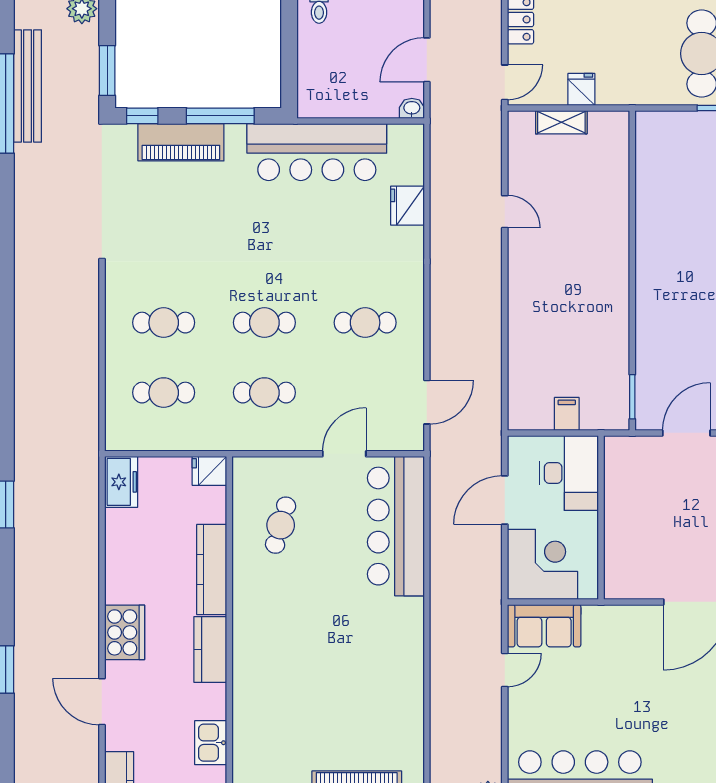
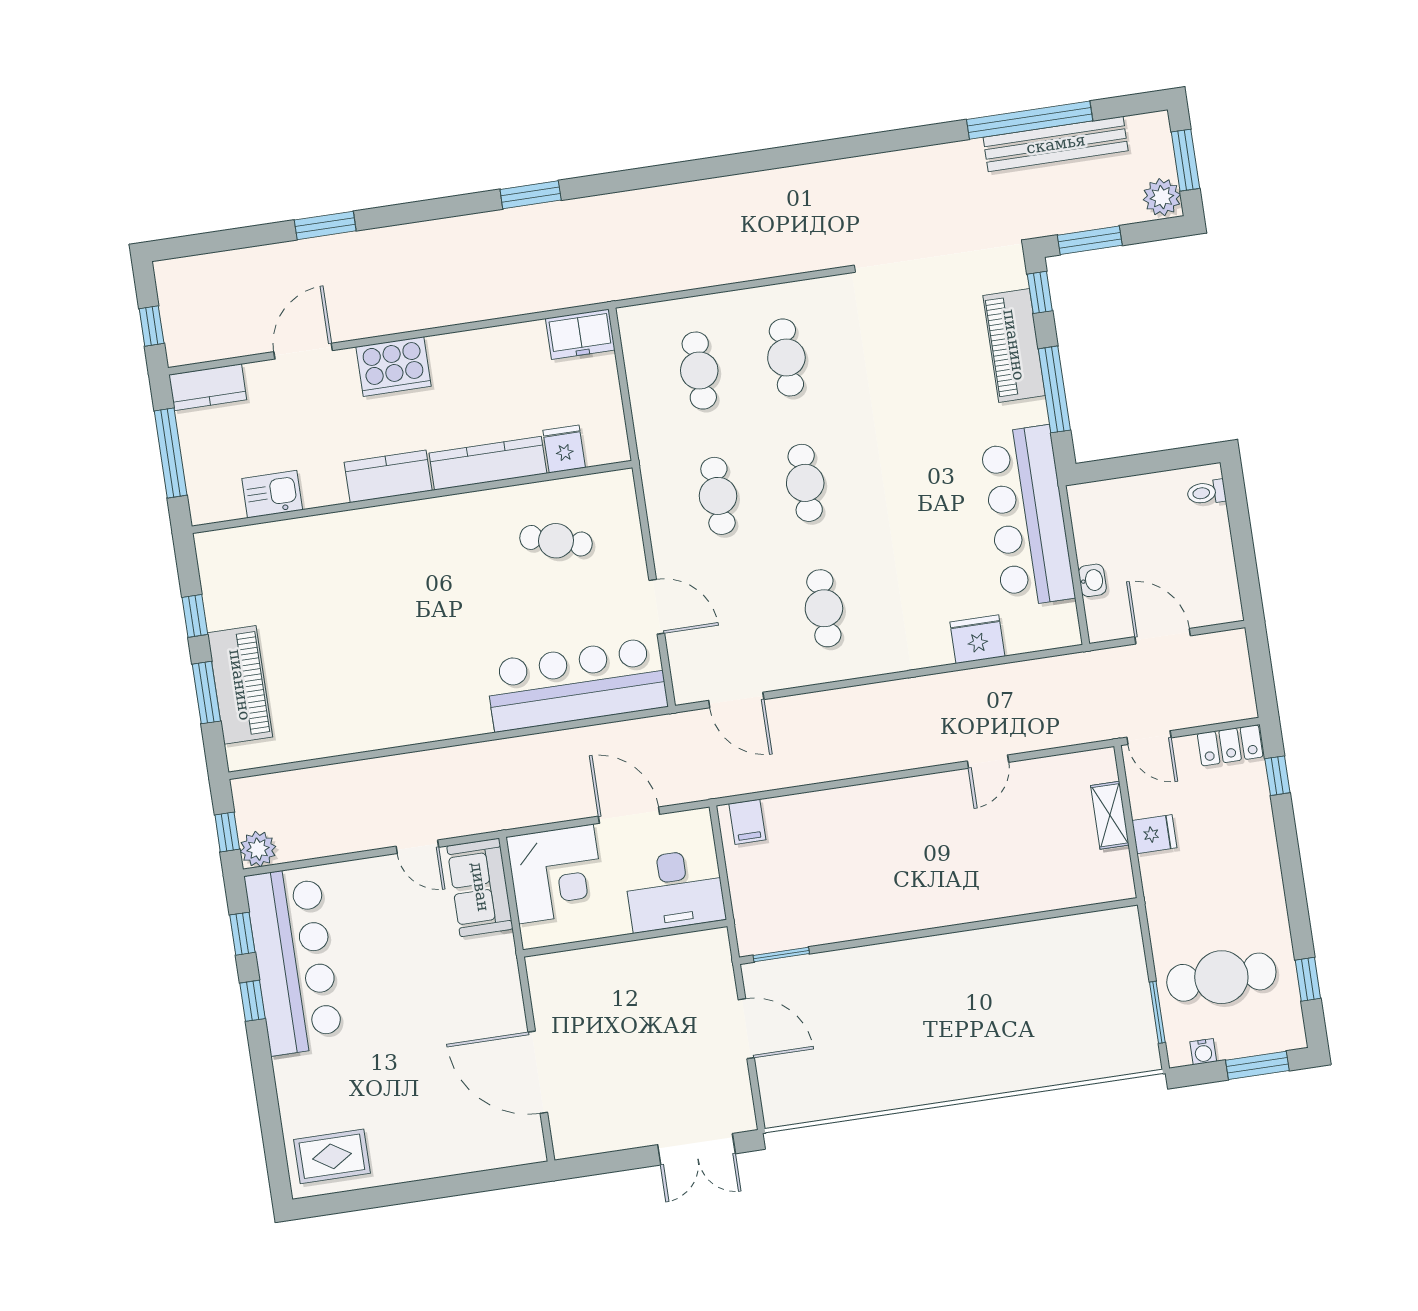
washbasin: (412, 108) -> (1092, 580), moved
filing cabinet: (567, 414) -> (747, 822), moved, turned 90
fridge: (209, 471) -> (564, 449), moved

